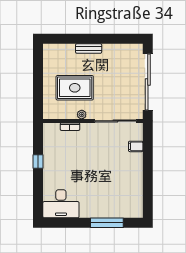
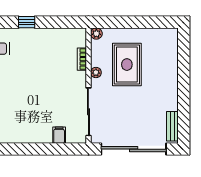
bench: (89, 48) -> (172, 126), moved
plant: (48, 114) -> (96, 34), added
window: (38, 162) -> (27, 22), moved

